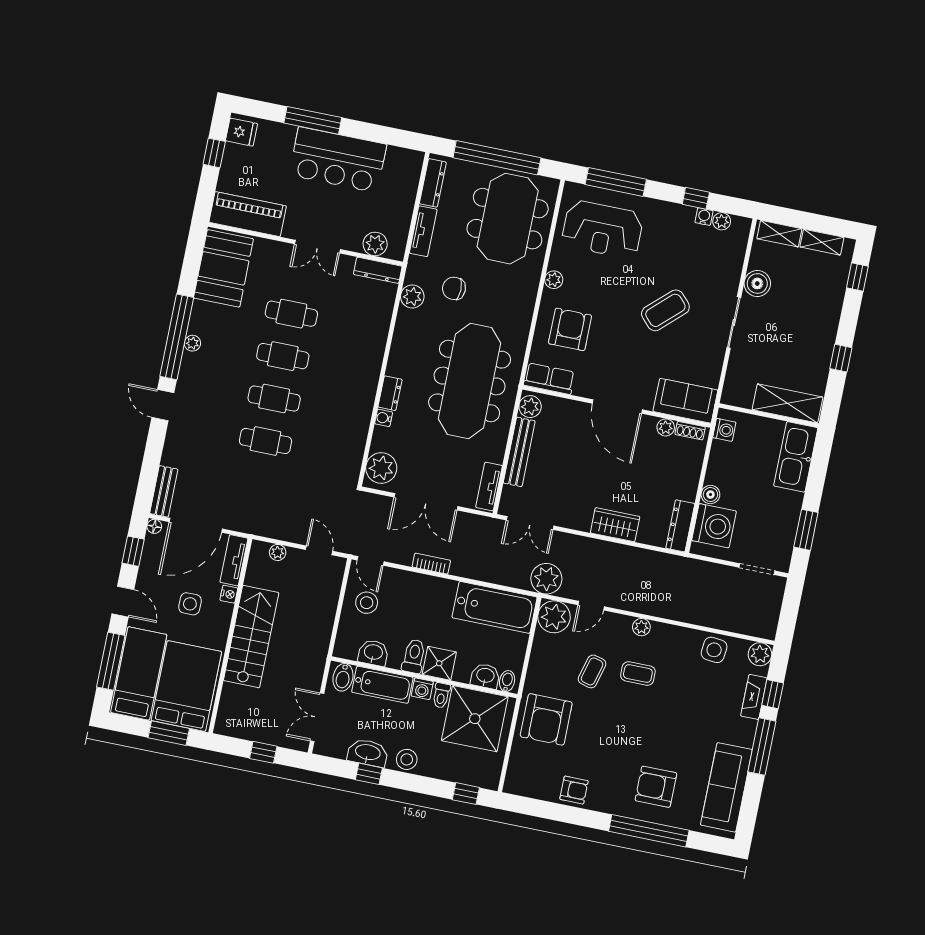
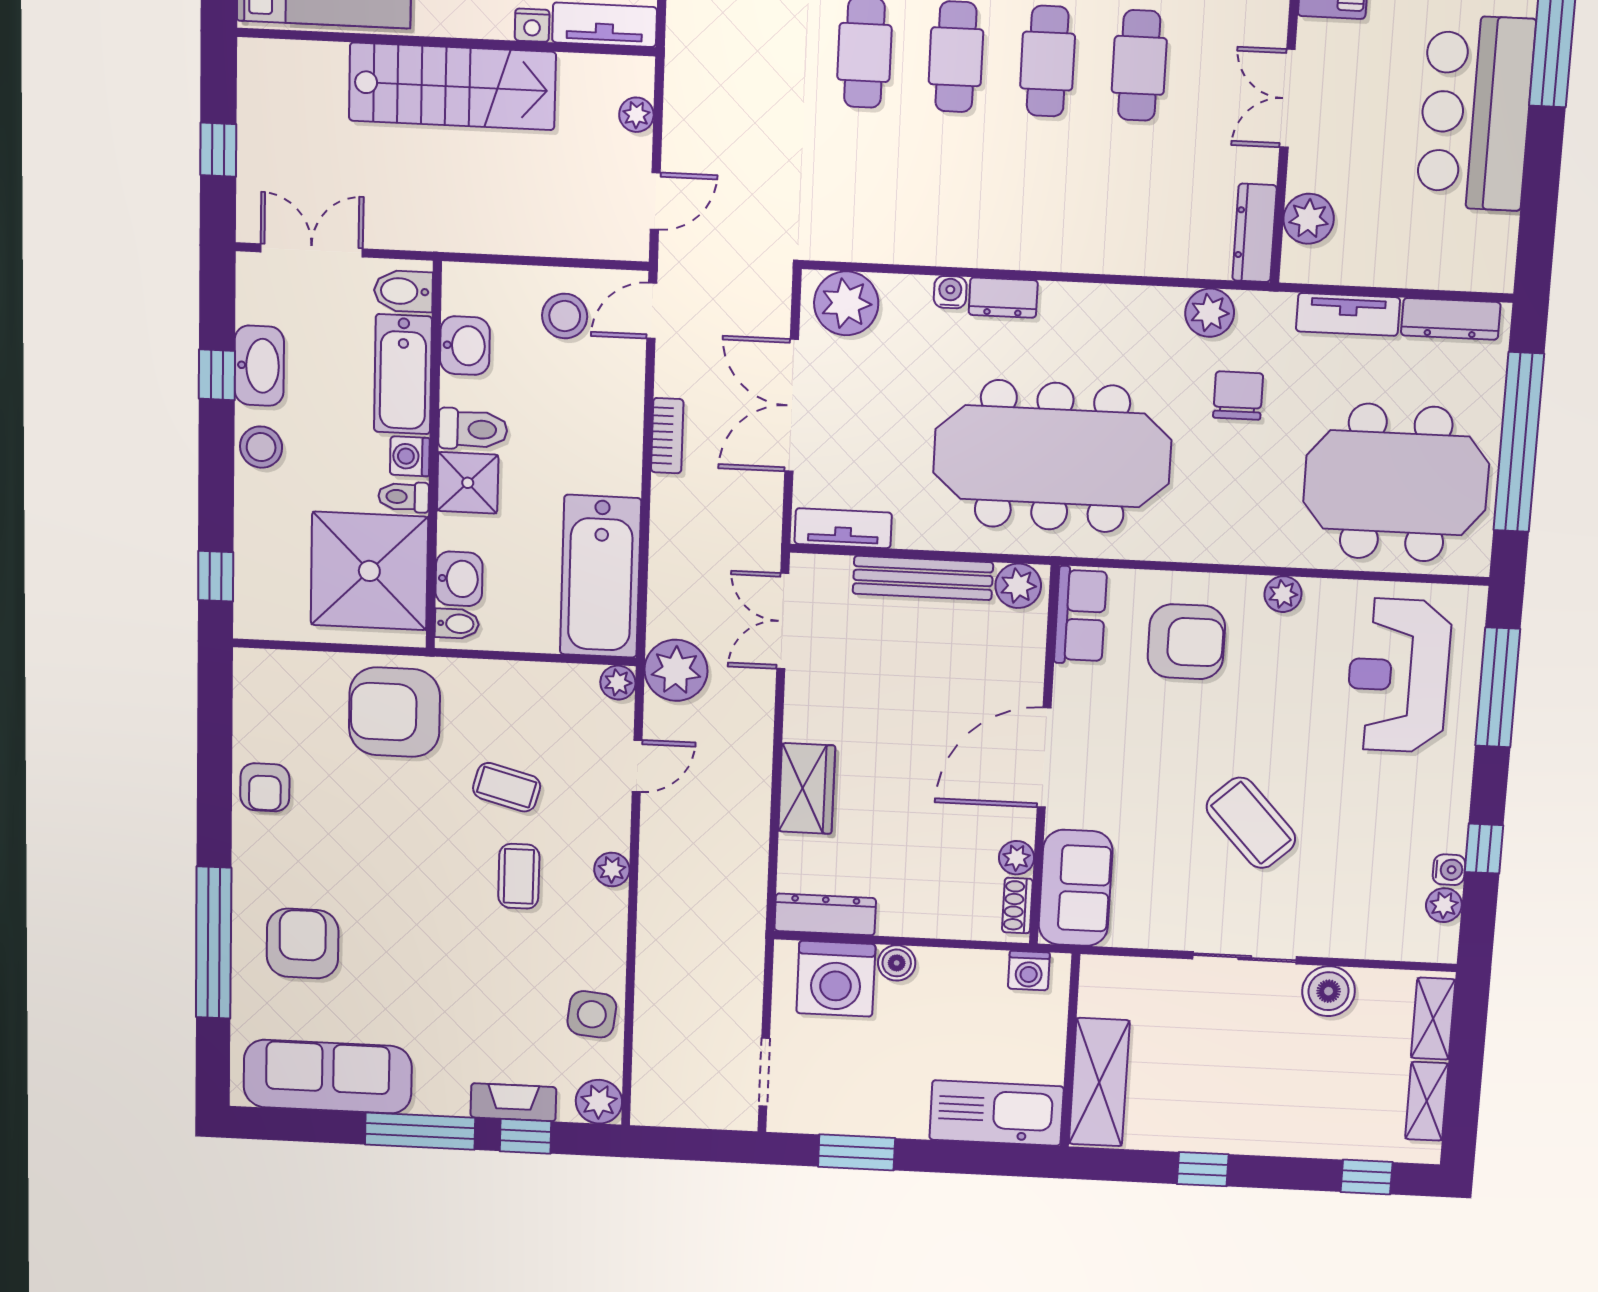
door: (591, 606) -> (637, 766), swing flipped
plant: (554, 617) -> (618, 683), width x0.53, depth x0.53

